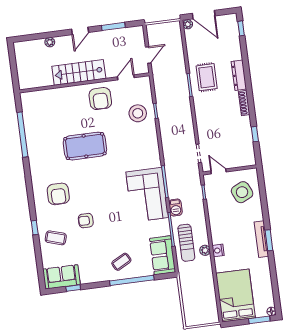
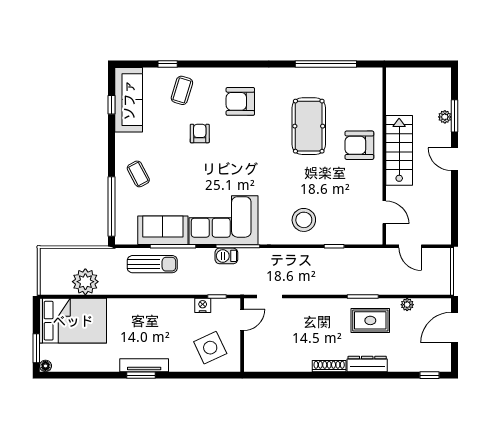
plant: (188, 24) -> (407, 305), moved
window: (113, 26) -> (455, 116), moved
armchair: (100, 99) -> (359, 145), moved
stool: (138, 113) -> (304, 220), moved
window: (255, 134) -> (286, 375), removed
pool table: (85, 146) -> (309, 126), moved
barbecue: (176, 207) -> (226, 256), moved
window: (35, 228) -> (168, 64), moved
sun lounger: (186, 243) -> (152, 264), turned 180
plant: (205, 250) -> (85, 282), moved, width x1.87, depth x1.87
nightstand: (218, 250) -> (203, 305), moved
sofa: (163, 255) -> (163, 230), moved
sofa: (61, 277) -> (129, 100), width x1.36
window: (132, 280) -> (112, 207), moved

